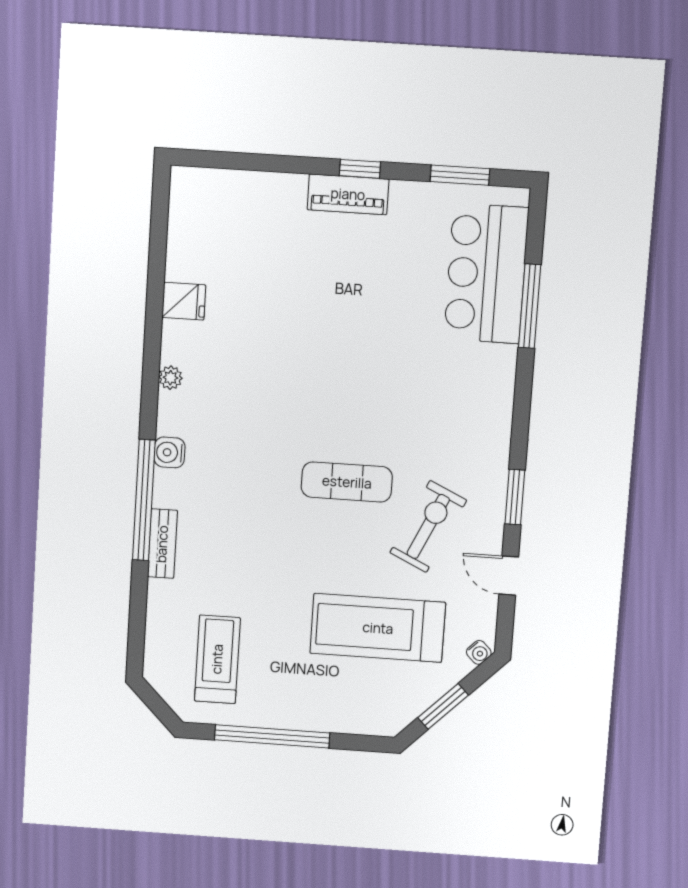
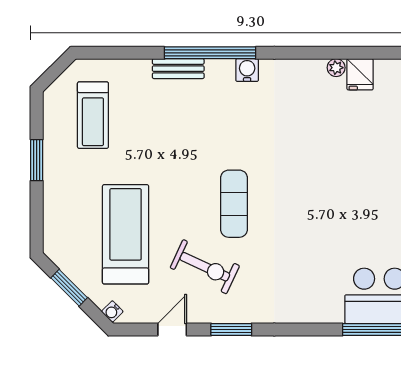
plant: (170, 378) -> (336, 68), moved
treadmill: (217, 659) -> (93, 115), turned 90
window: (272, 736) -> (37, 160), width x0.47

